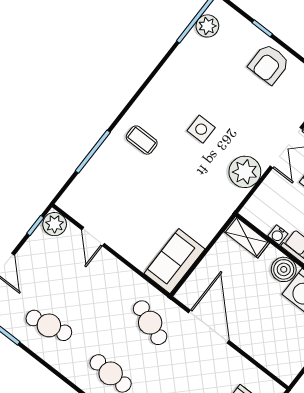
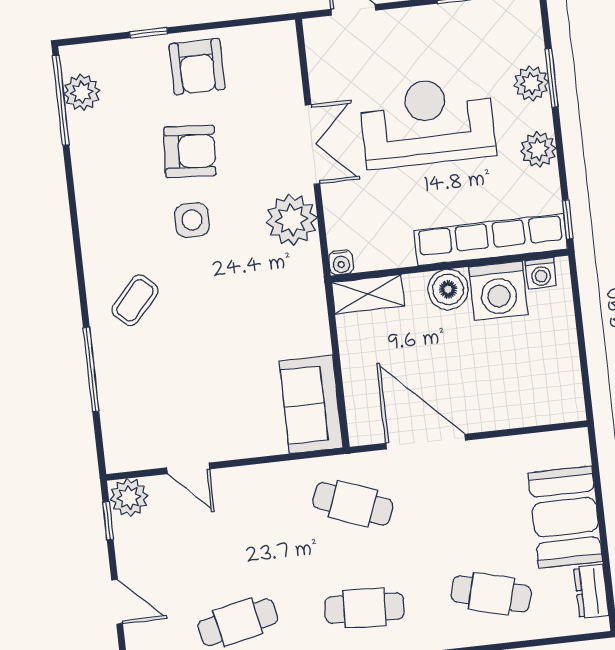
armchair: (230, 98) -> (190, 151), added
coffee table: (142, 140) -> (135, 300), turned -48
water cooler: (278, 235) -> (341, 263), moved

